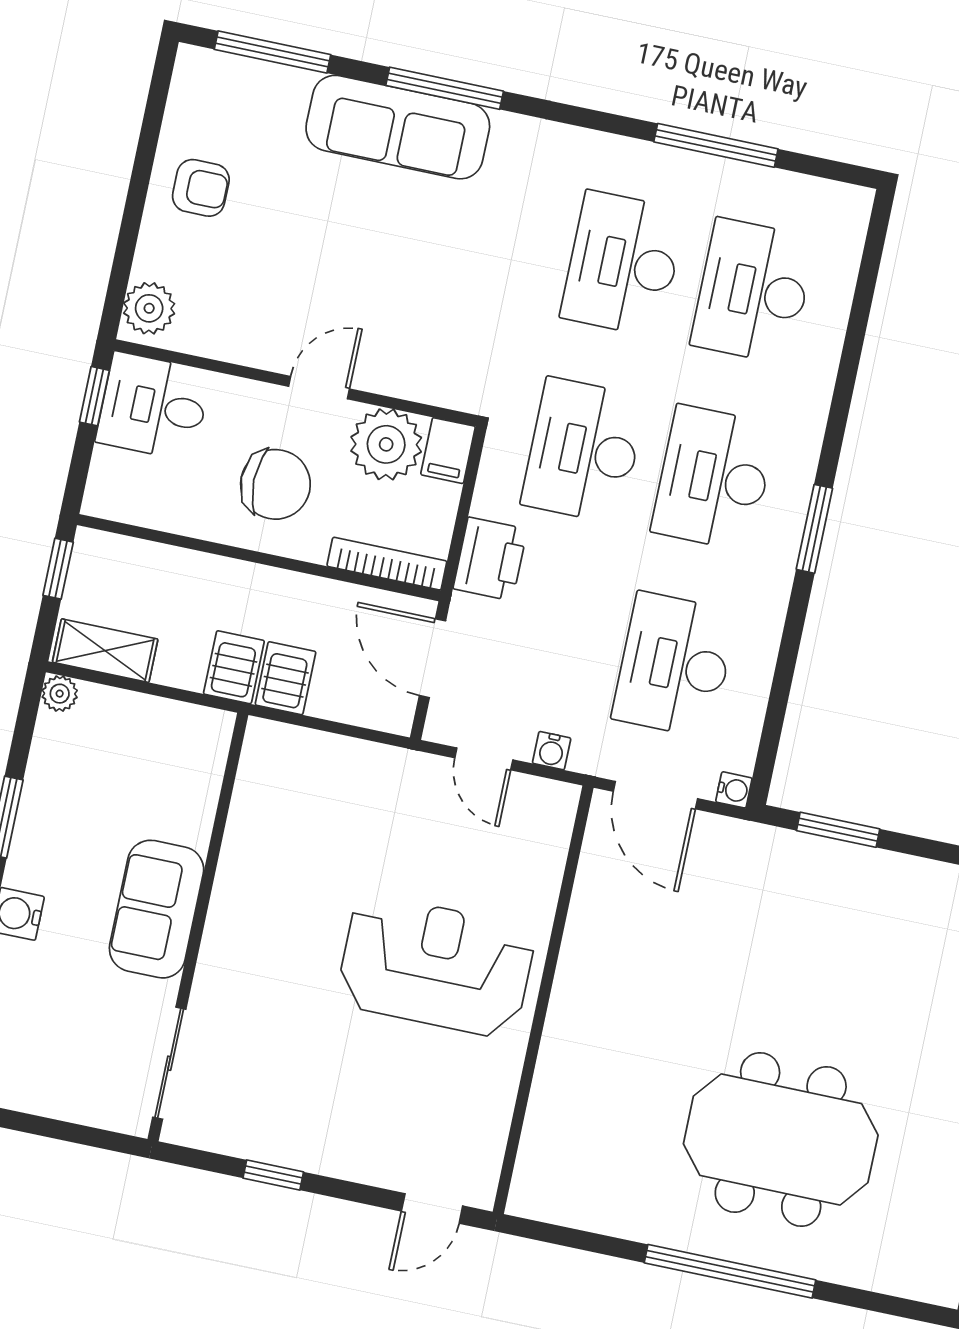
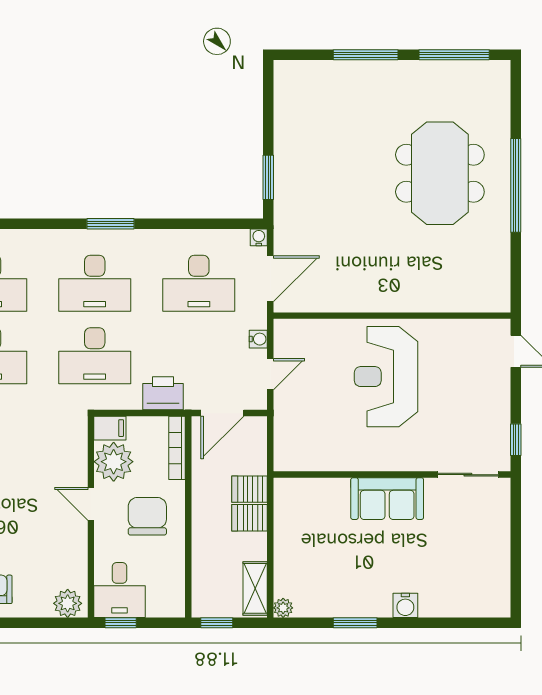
sofa: (157, 909) -> (387, 499), moved
wall: (198, 927) -> (392, 475), moved
sliding door: (169, 1063) -> (468, 475), moved

